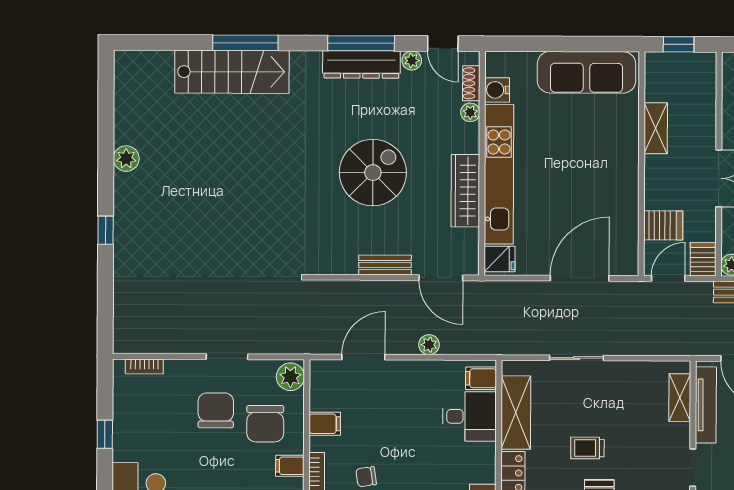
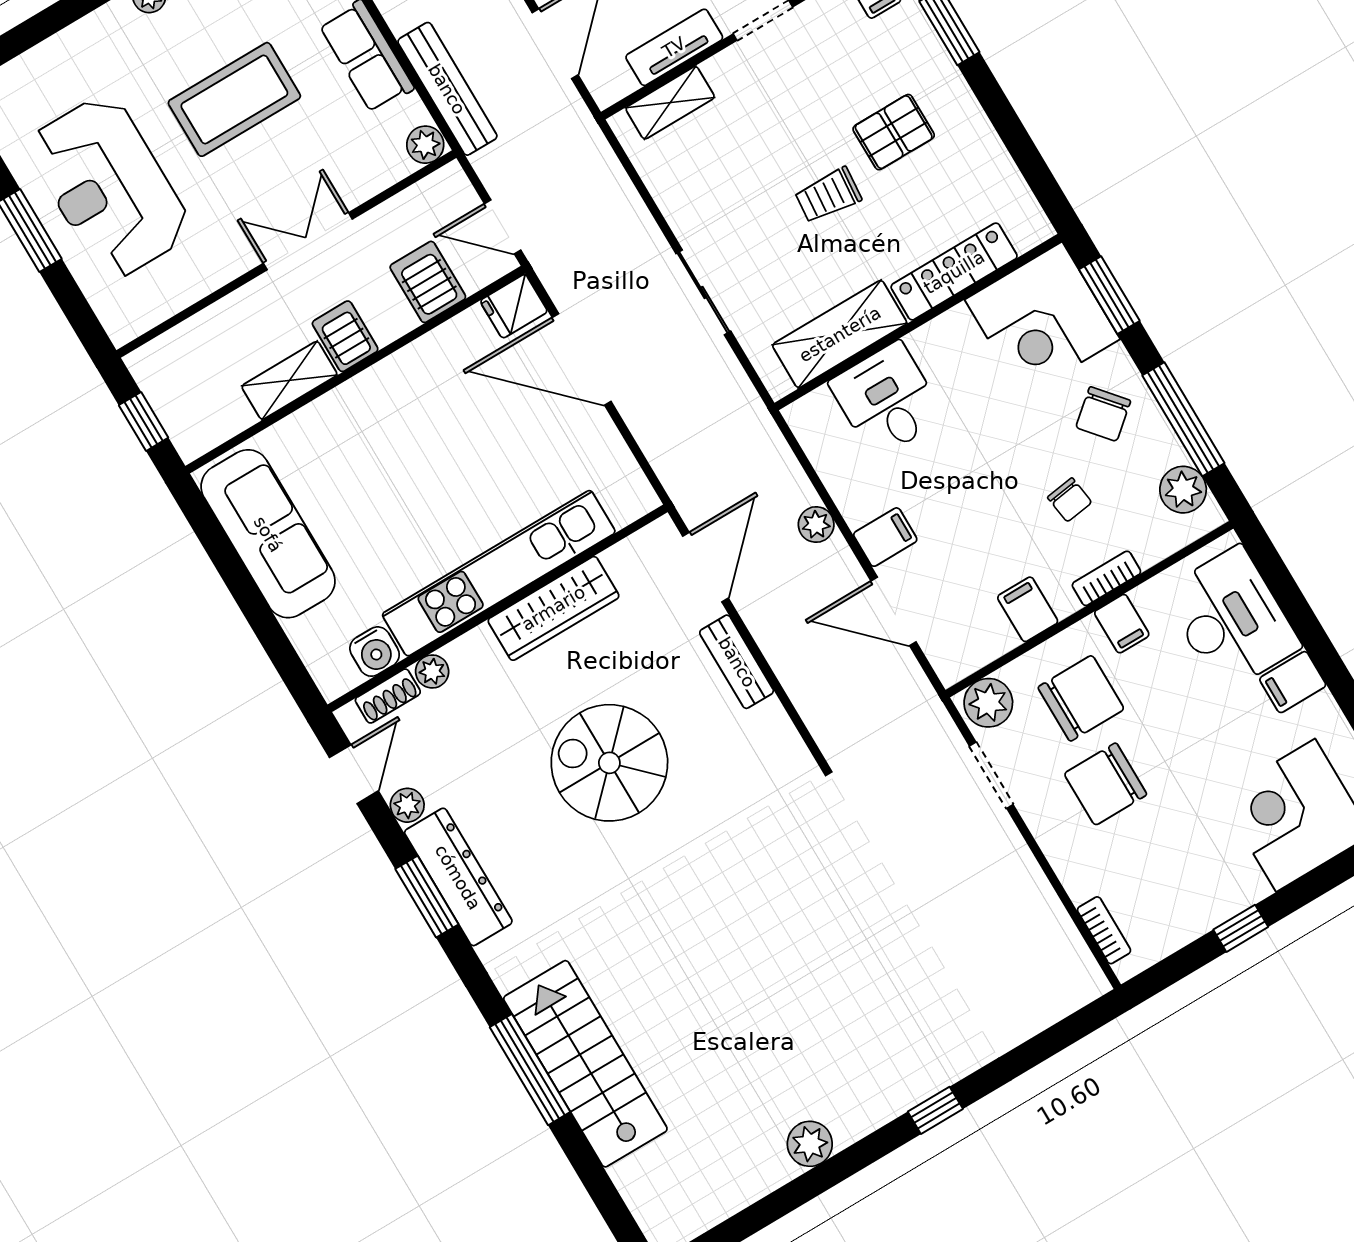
window: (361, 43) -> (427, 897), width x0.69
fridge: (499, 259) -> (514, 306), moved, turned -90
server rack: (703, 259) -> (345, 336), moved, turned 90
doorway: (227, 357) -> (991, 775), moved
filing cabinet: (481, 378) -> (885, 537), moved, turned -90
tv unit: (706, 405) -> (674, 47), width x0.71
trolley: (587, 448) -> (828, 195), turned 95

